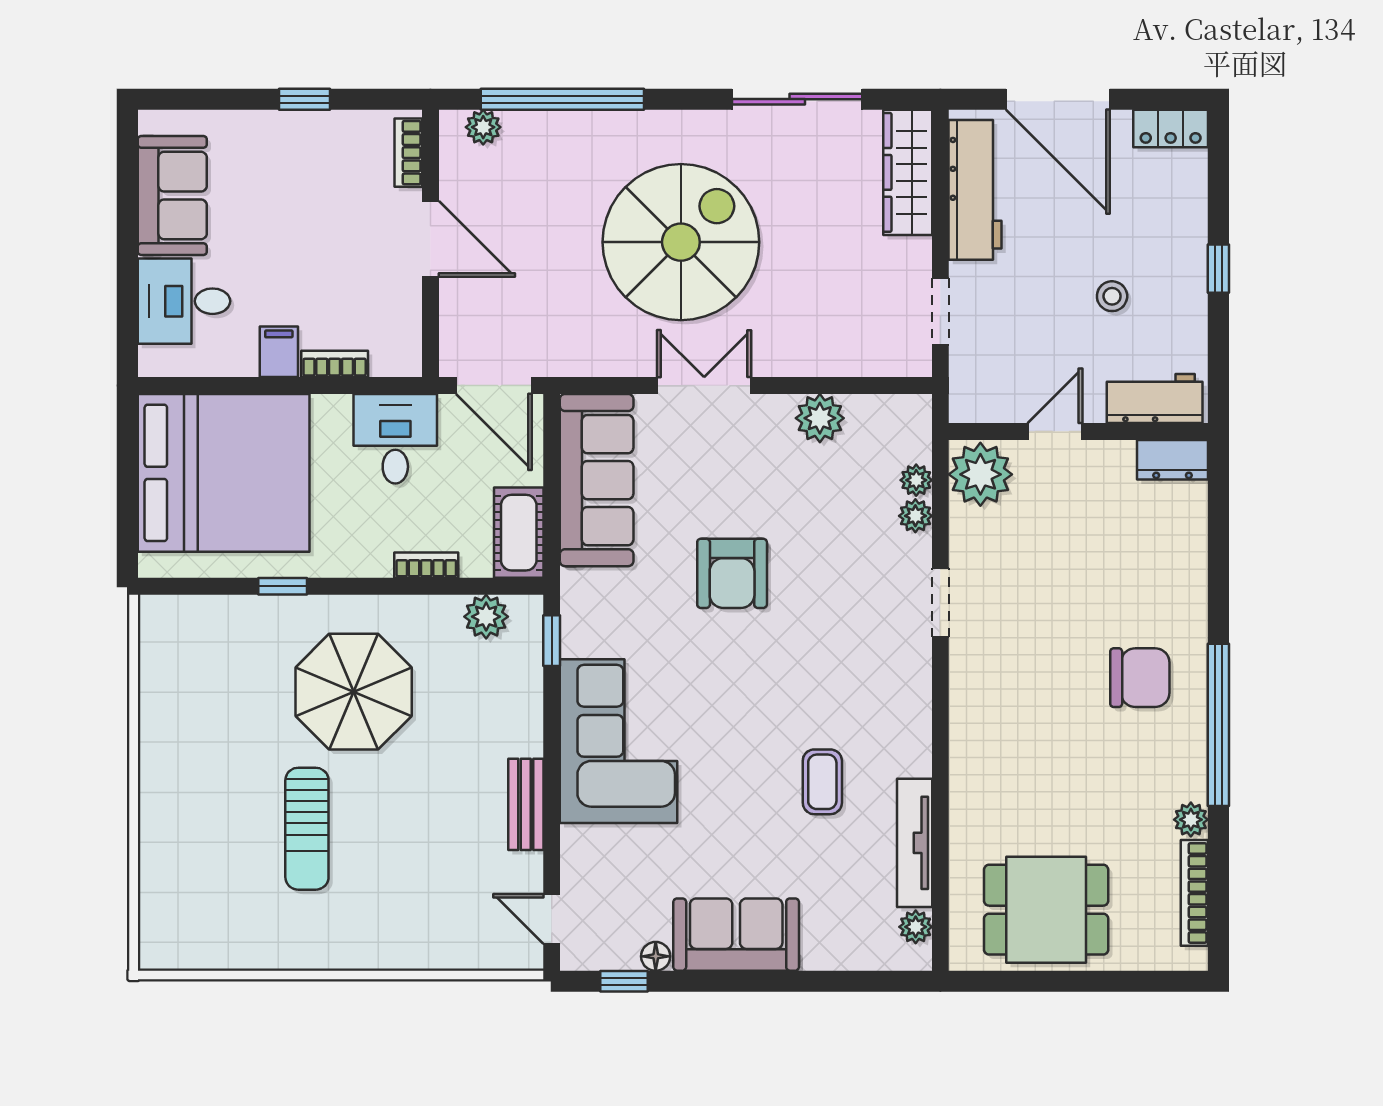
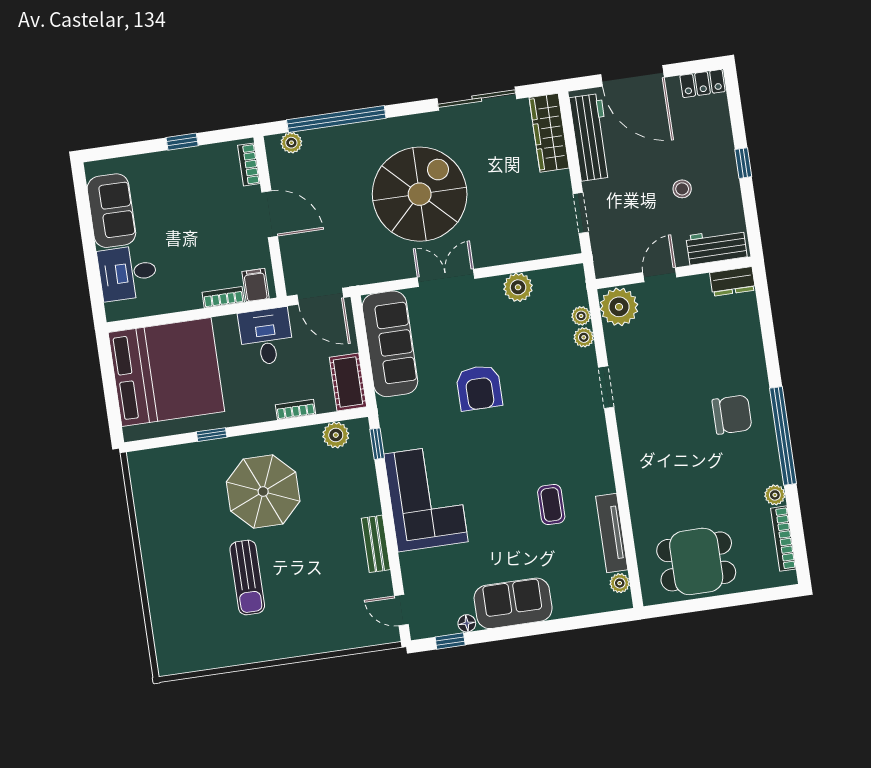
filing cabinet: (279, 352) -> (255, 285), moved

